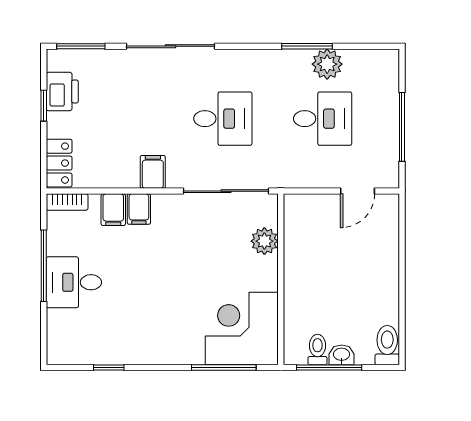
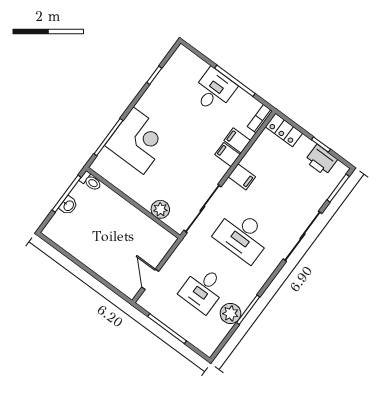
desk: (223, 119) -> (243, 236), width x1.37
corner desk: (242, 329) -> (138, 141), moved
toilet: (387, 345) -> (55, 234), removed
toilet: (317, 350) -> (91, 181), moved

